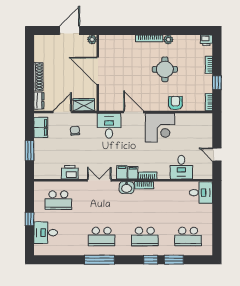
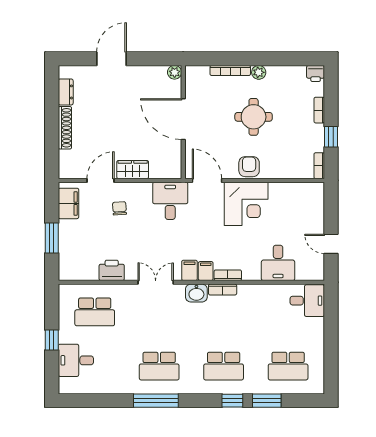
plant: (92, 39) -> (175, 72), moved
door: (98, 71) -> (183, 119), moved
wall: (98, 73) -> (183, 122), moved
dresser: (39, 101) -> (66, 92), moved
armchair: (175, 103) -> (249, 167), moved

